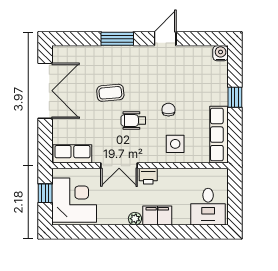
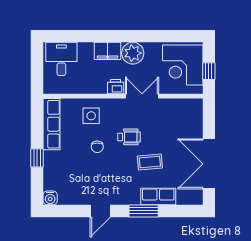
row of seats: (72, 154) -> (158, 197), moved, turned 180
plant: (135, 219) -> (133, 53), width x1.87, depth x1.87

